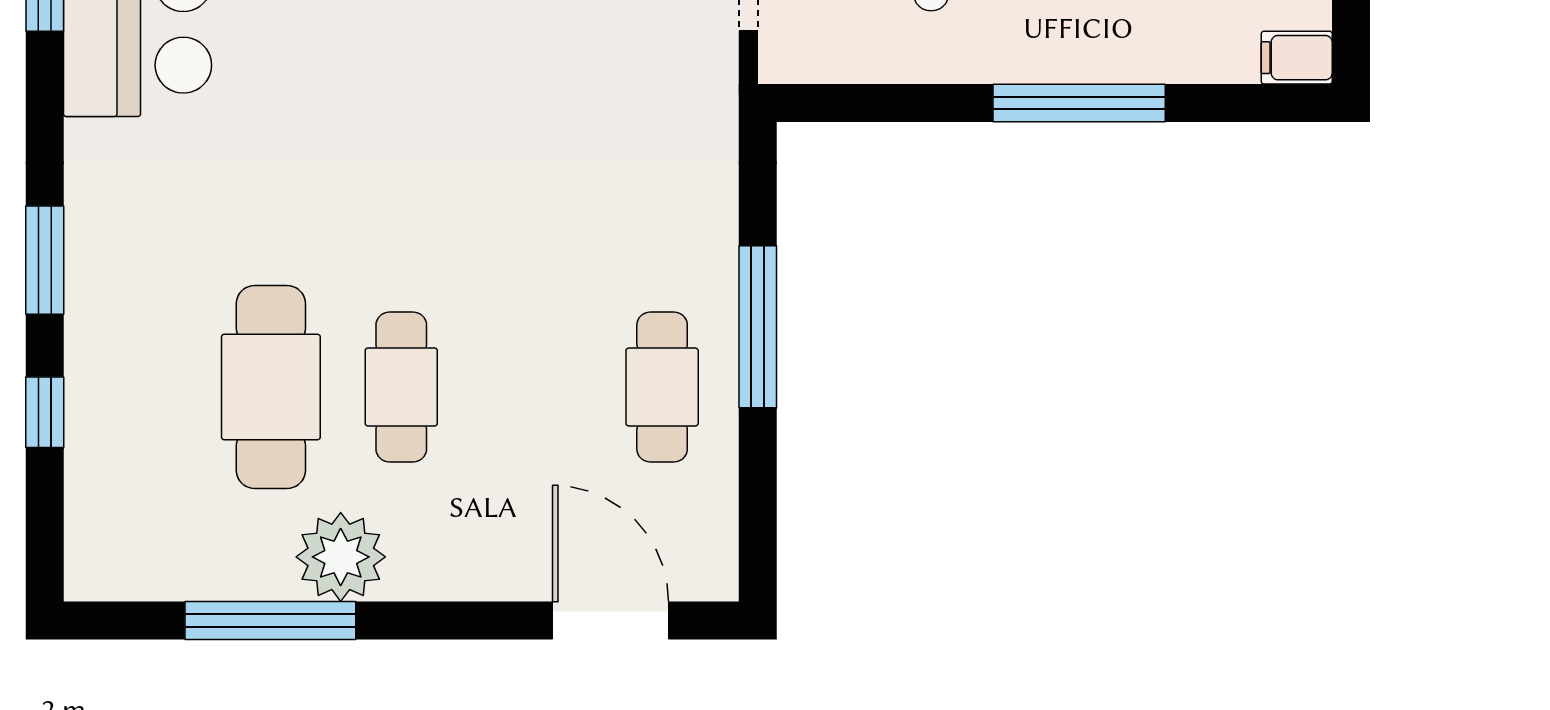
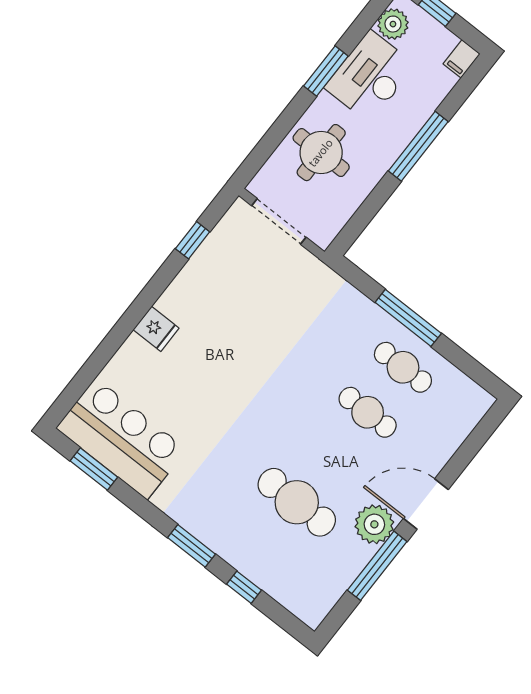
cafe table: (401, 387) -> (368, 412), moved
door: (611, 620) -> (426, 504), moved

